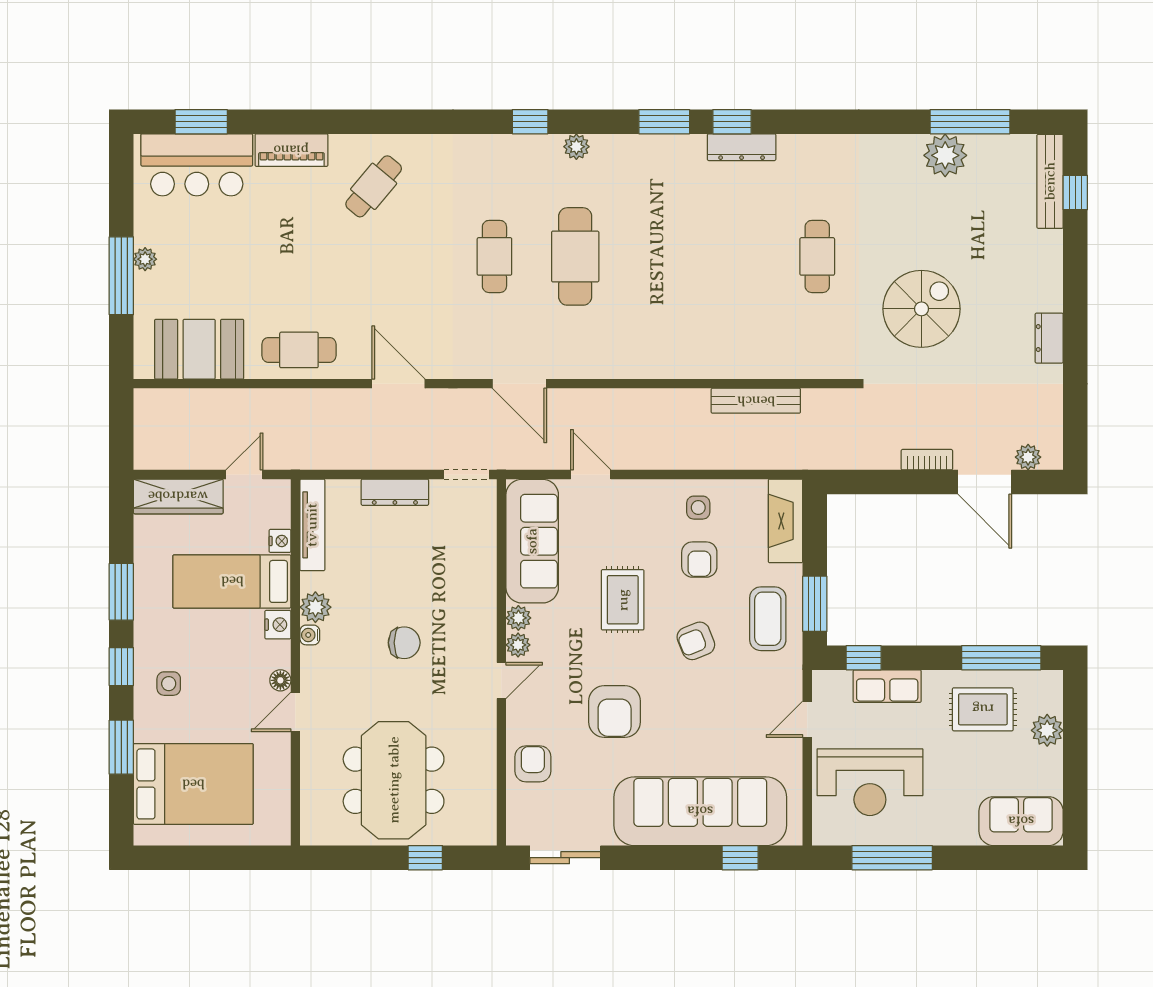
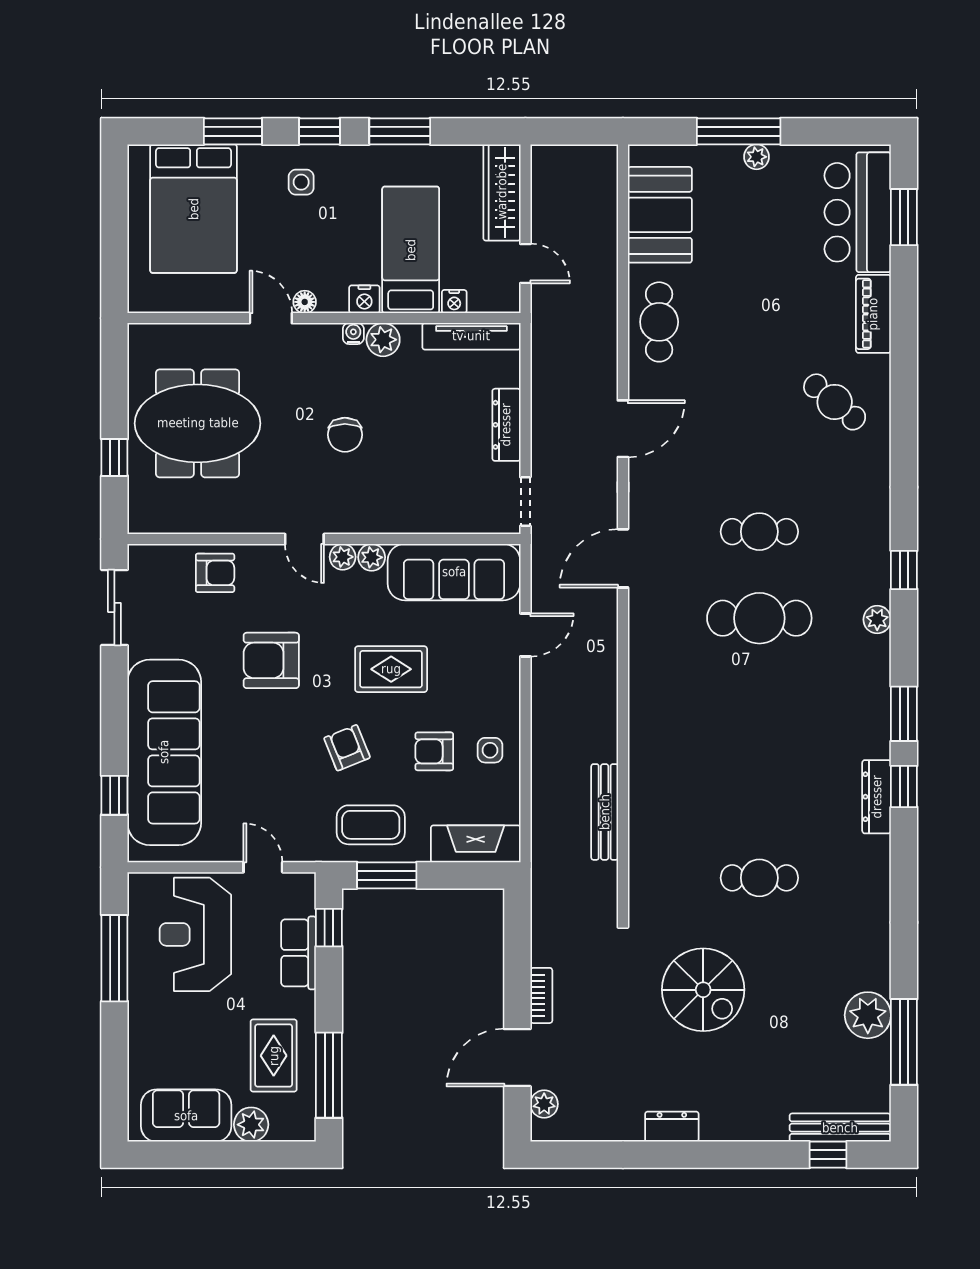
sofa: (1021, 821) -> (186, 1116), moved, turned -90

